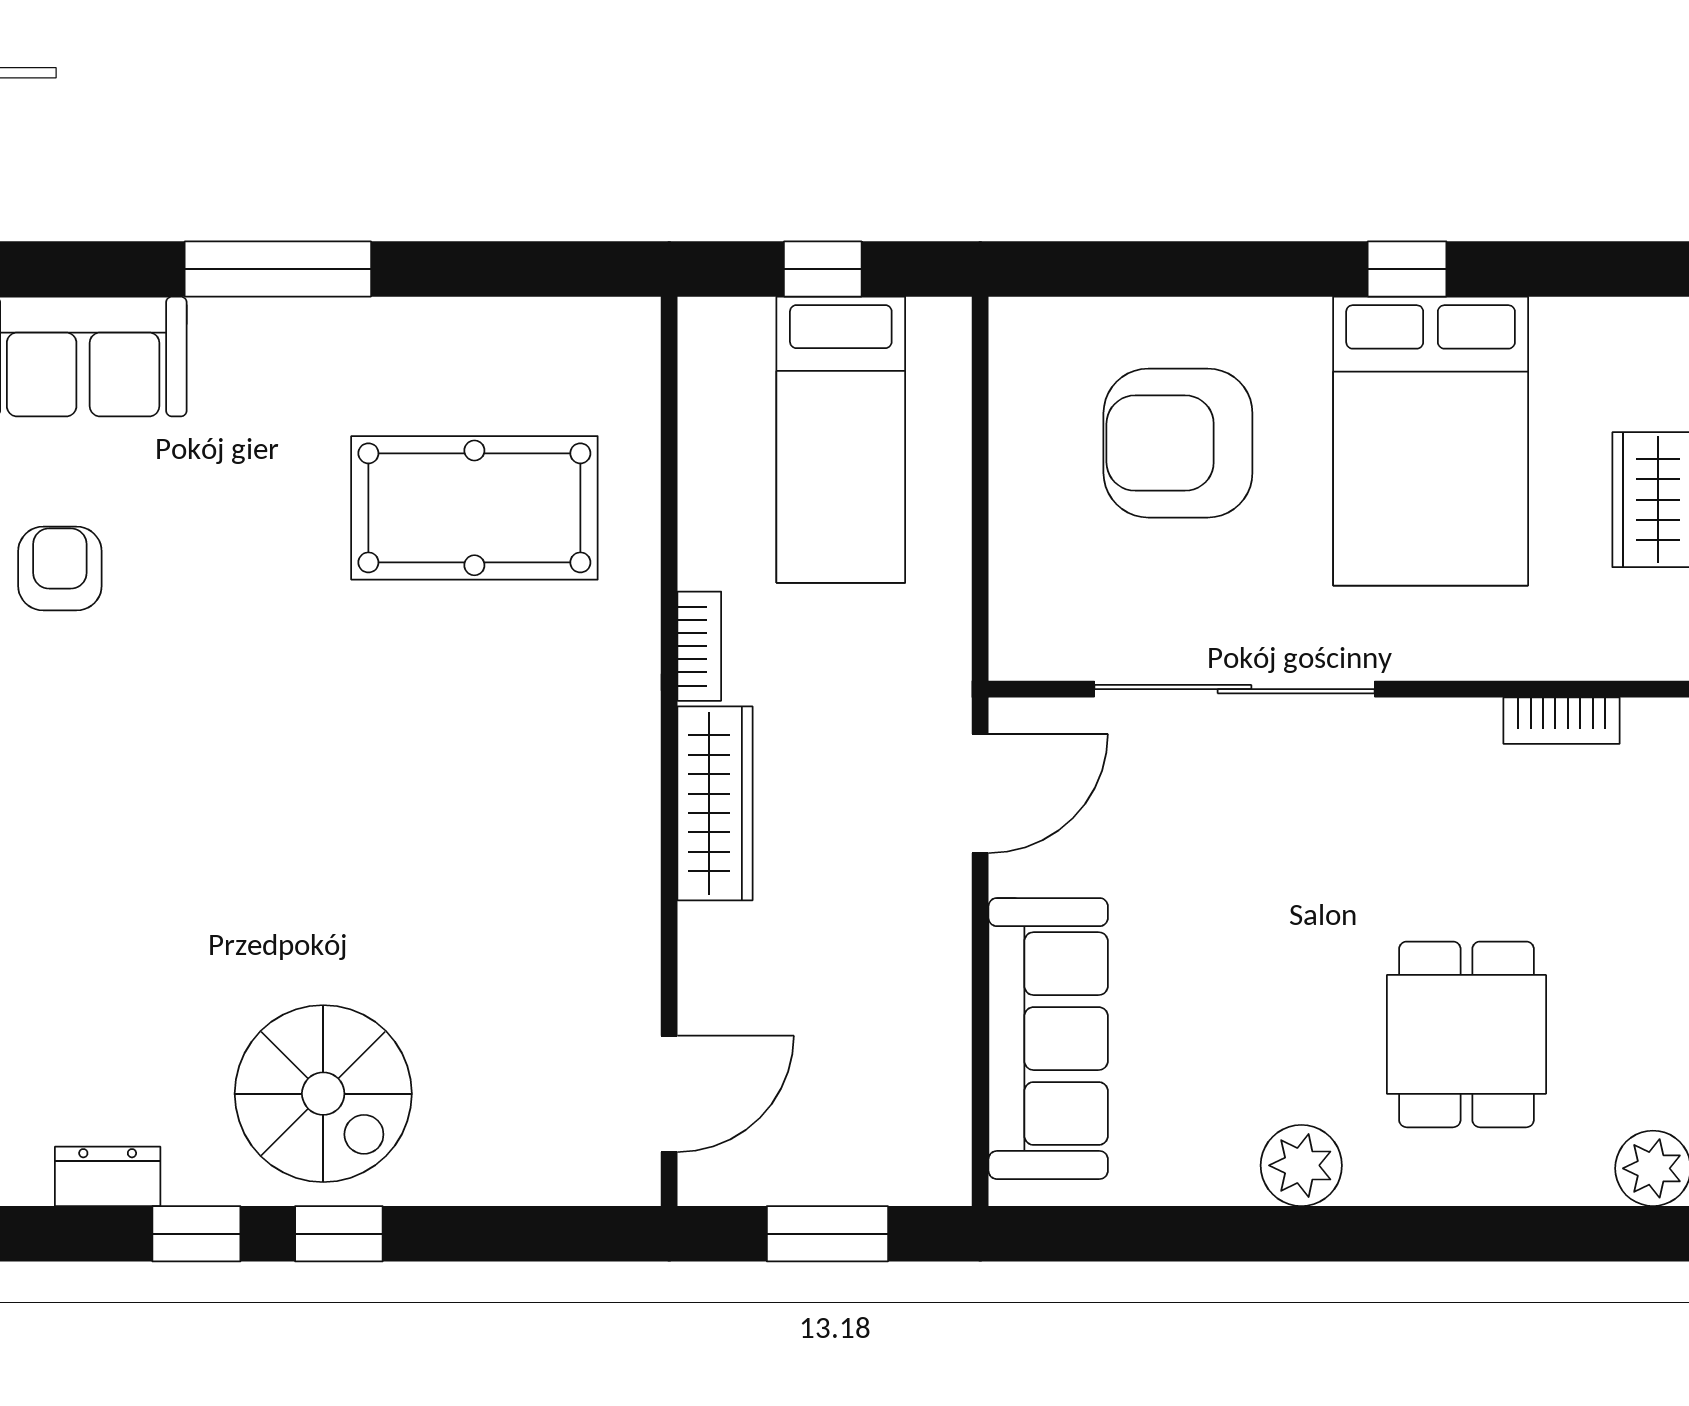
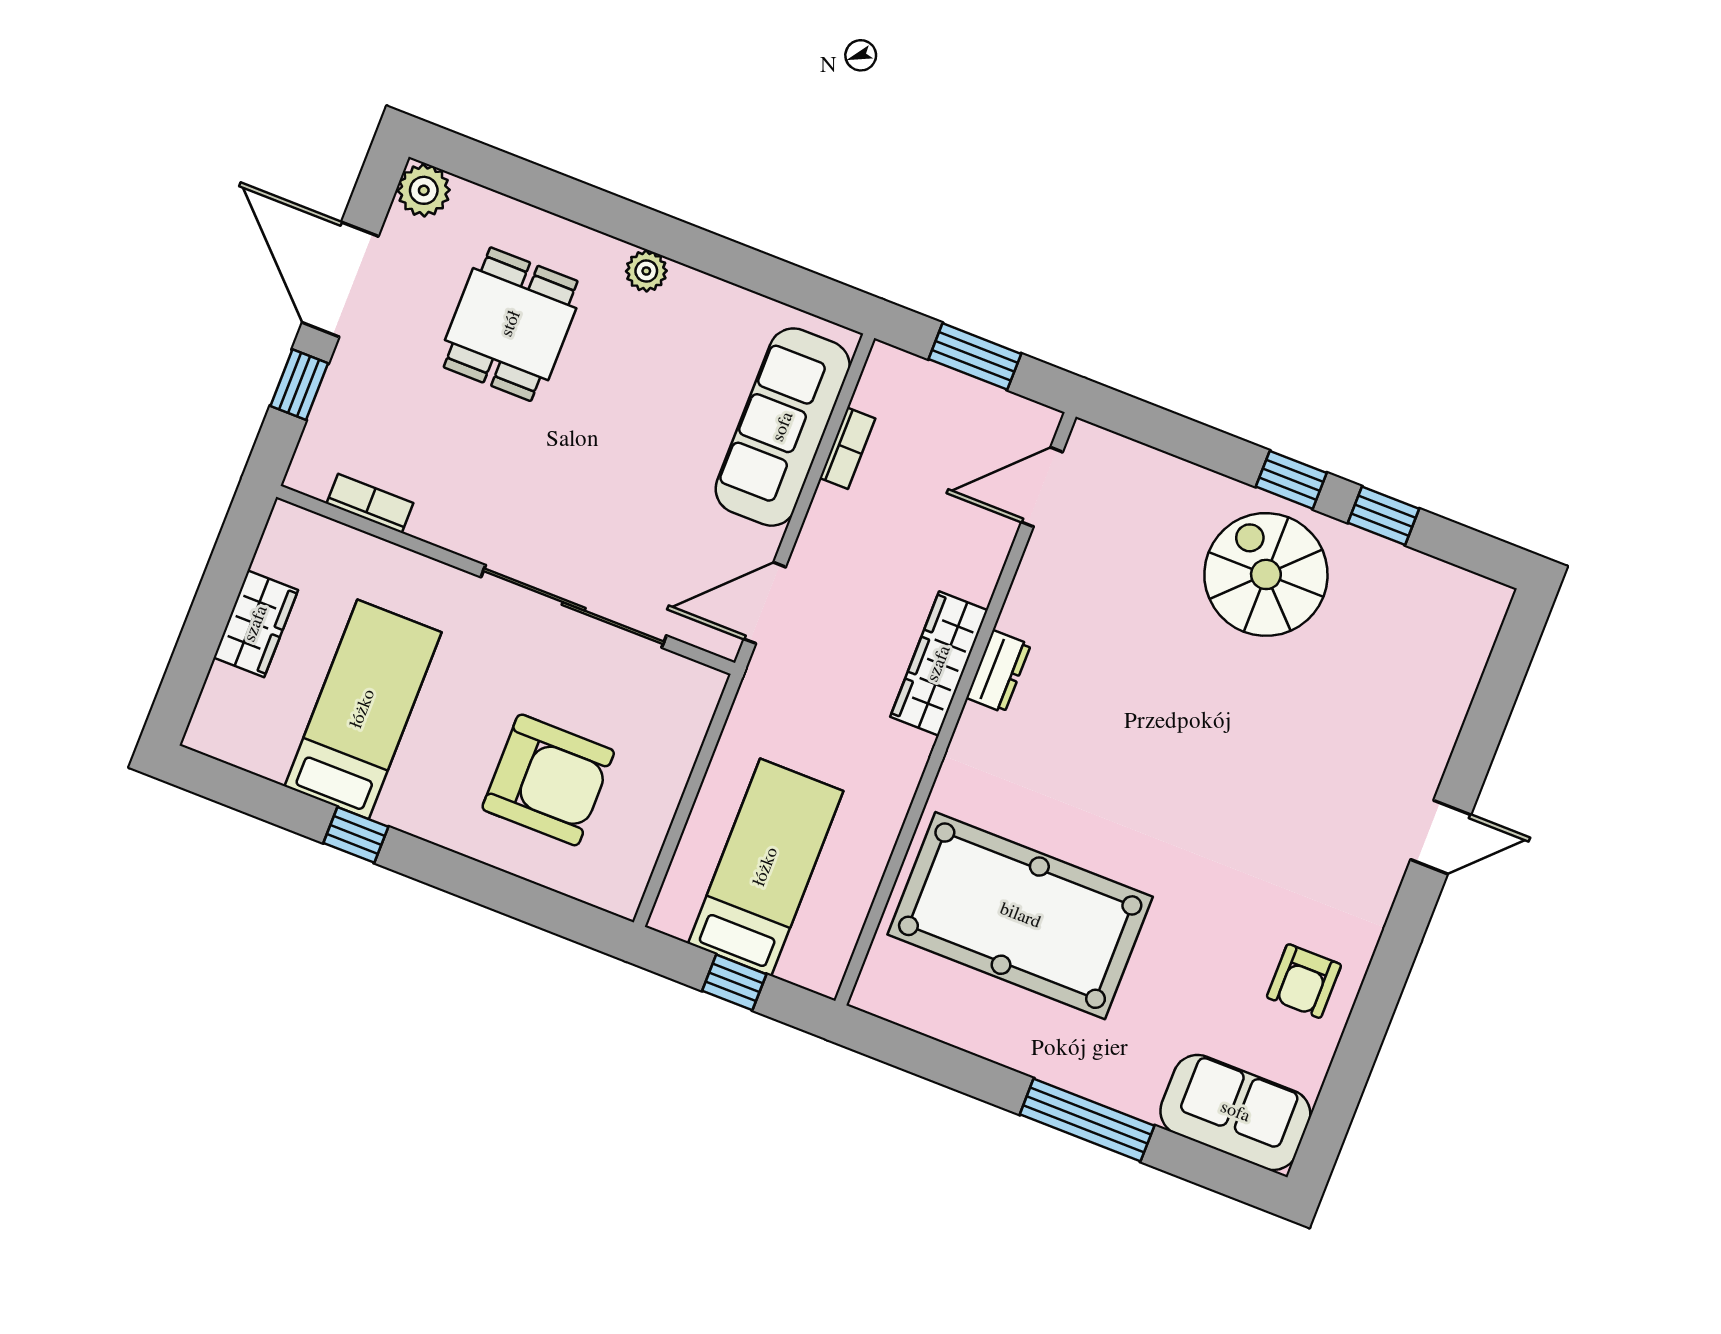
bed: (1431, 441) -> (363, 709), width x0.67
pool table: (474, 508) -> (1020, 916), width x1.36, depth x1.32
bookcase: (699, 646) -> (848, 448), moved, turned 180
plant: (1301, 1165) -> (646, 271), width x0.73, depth x0.73
dresser: (108, 1176) -> (998, 671), moved, turned -90

